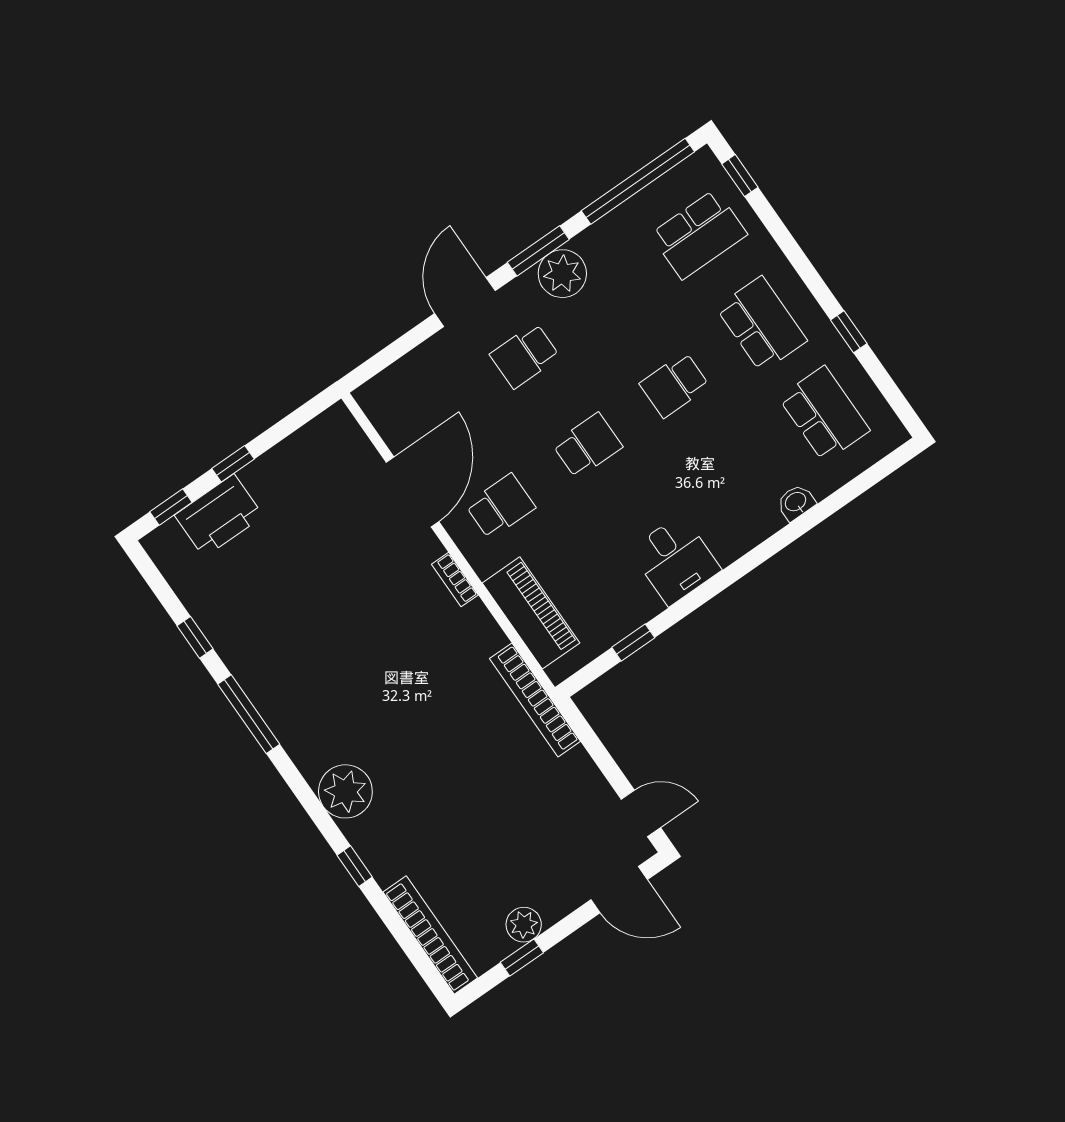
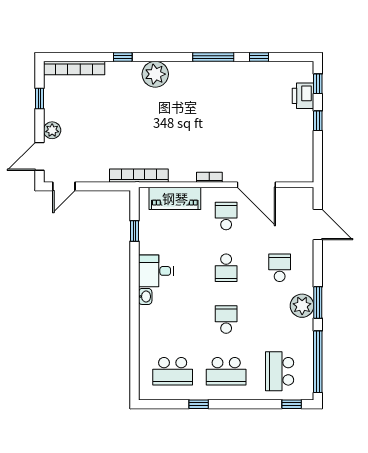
door: (465, 302) -> (318, 224), moved
washbasin: (796, 502) -> (145, 296), moved
school desk: (500, 506) -> (226, 216), turned 180
printer: (219, 516) -> (303, 96), width x0.73, depth x0.84
plant: (524, 925) -> (52, 130), moved

